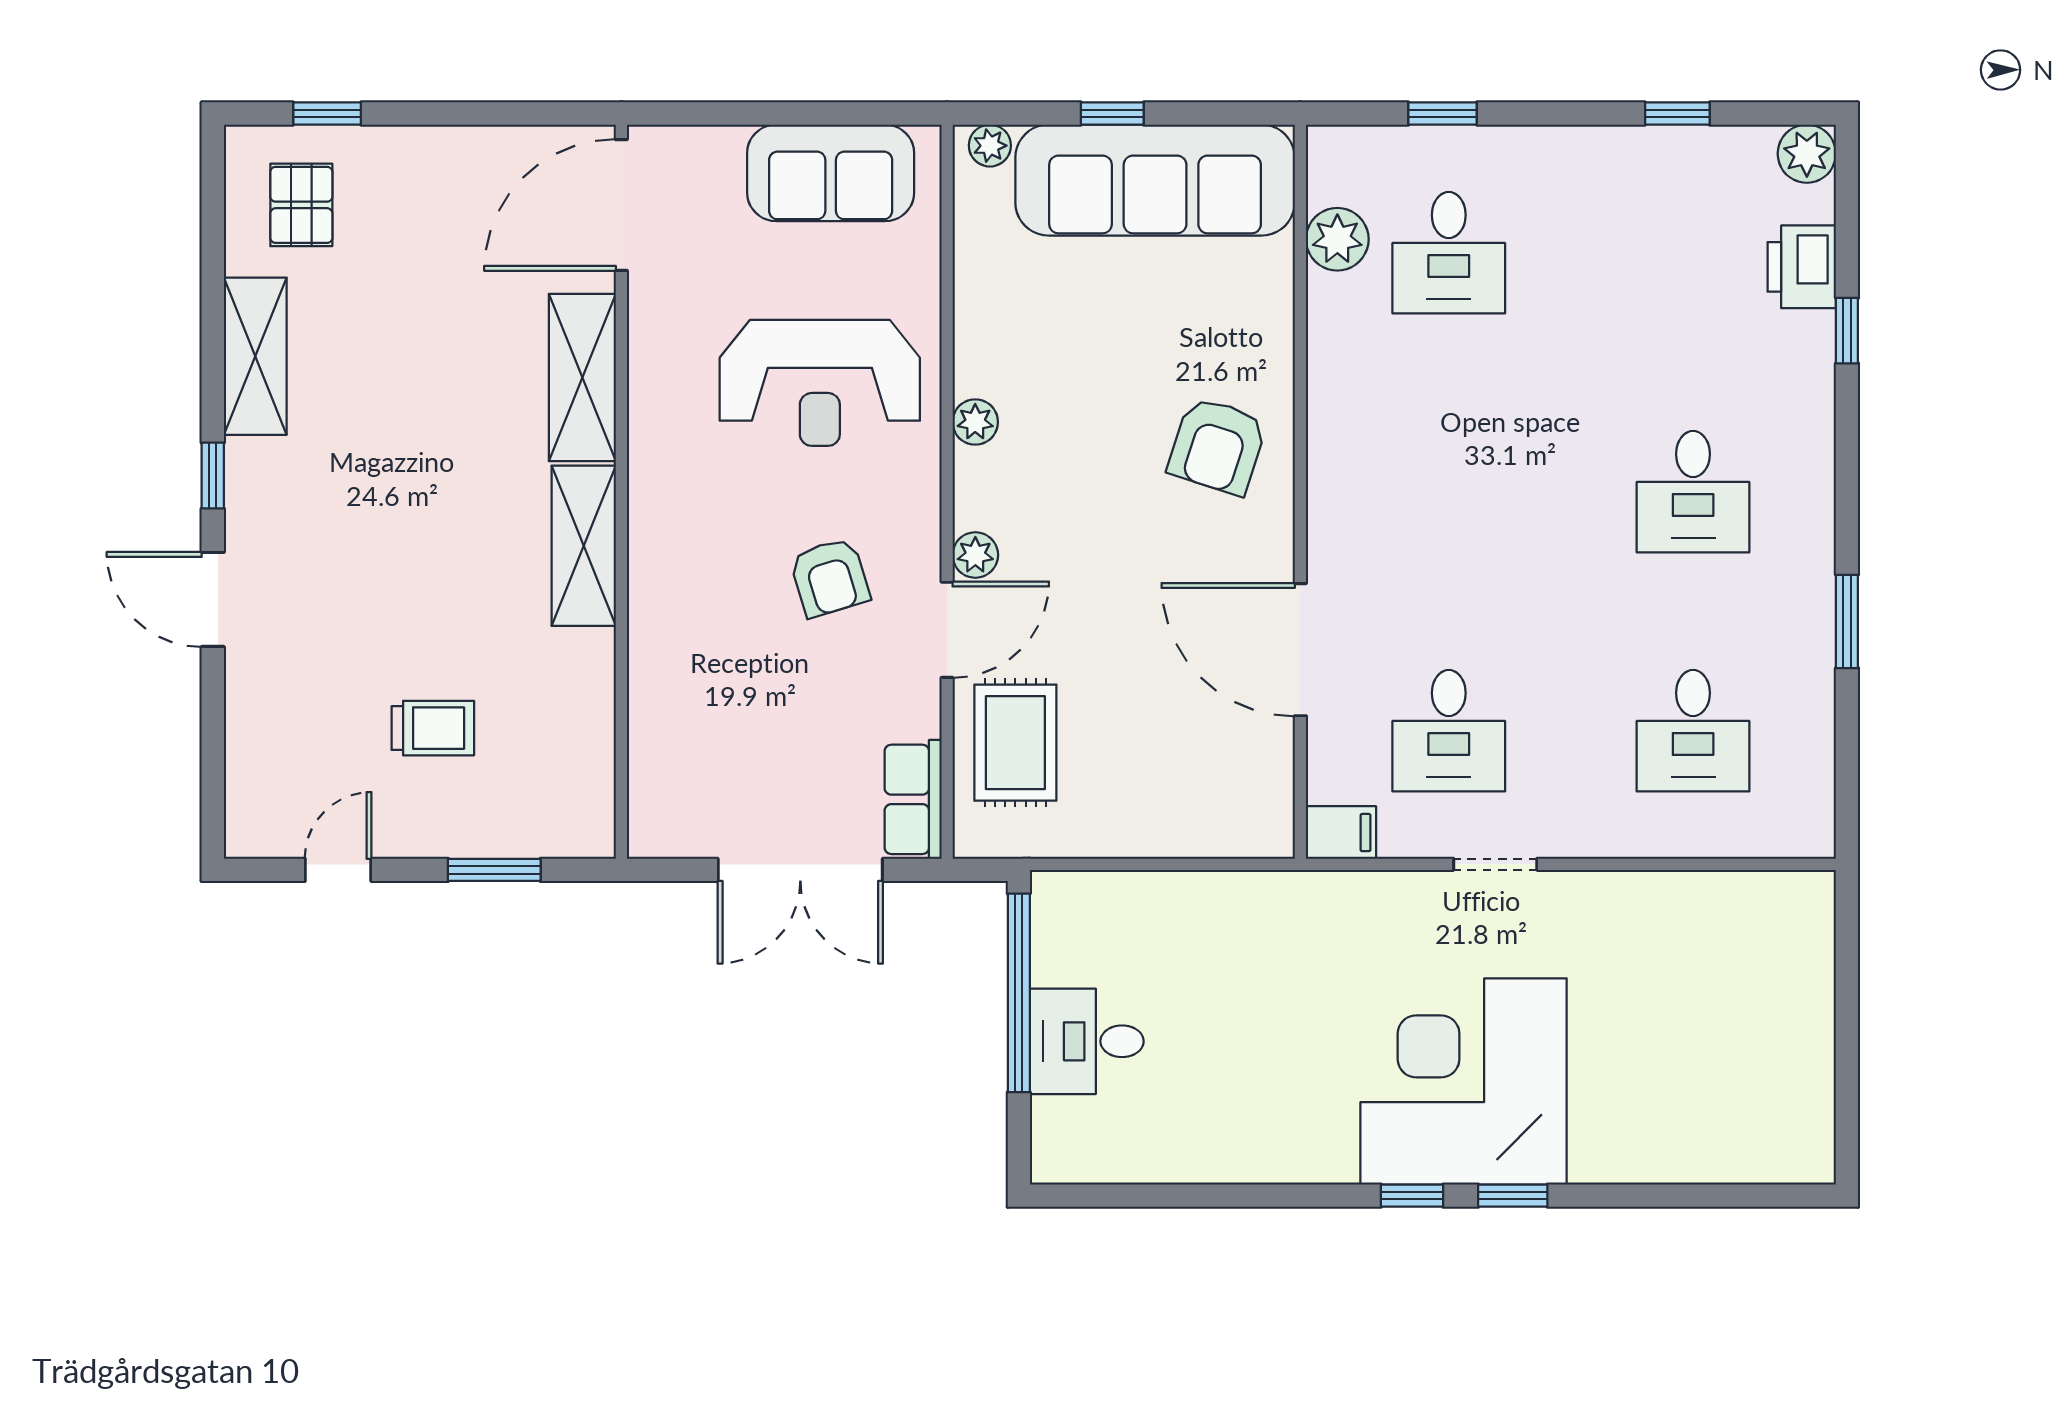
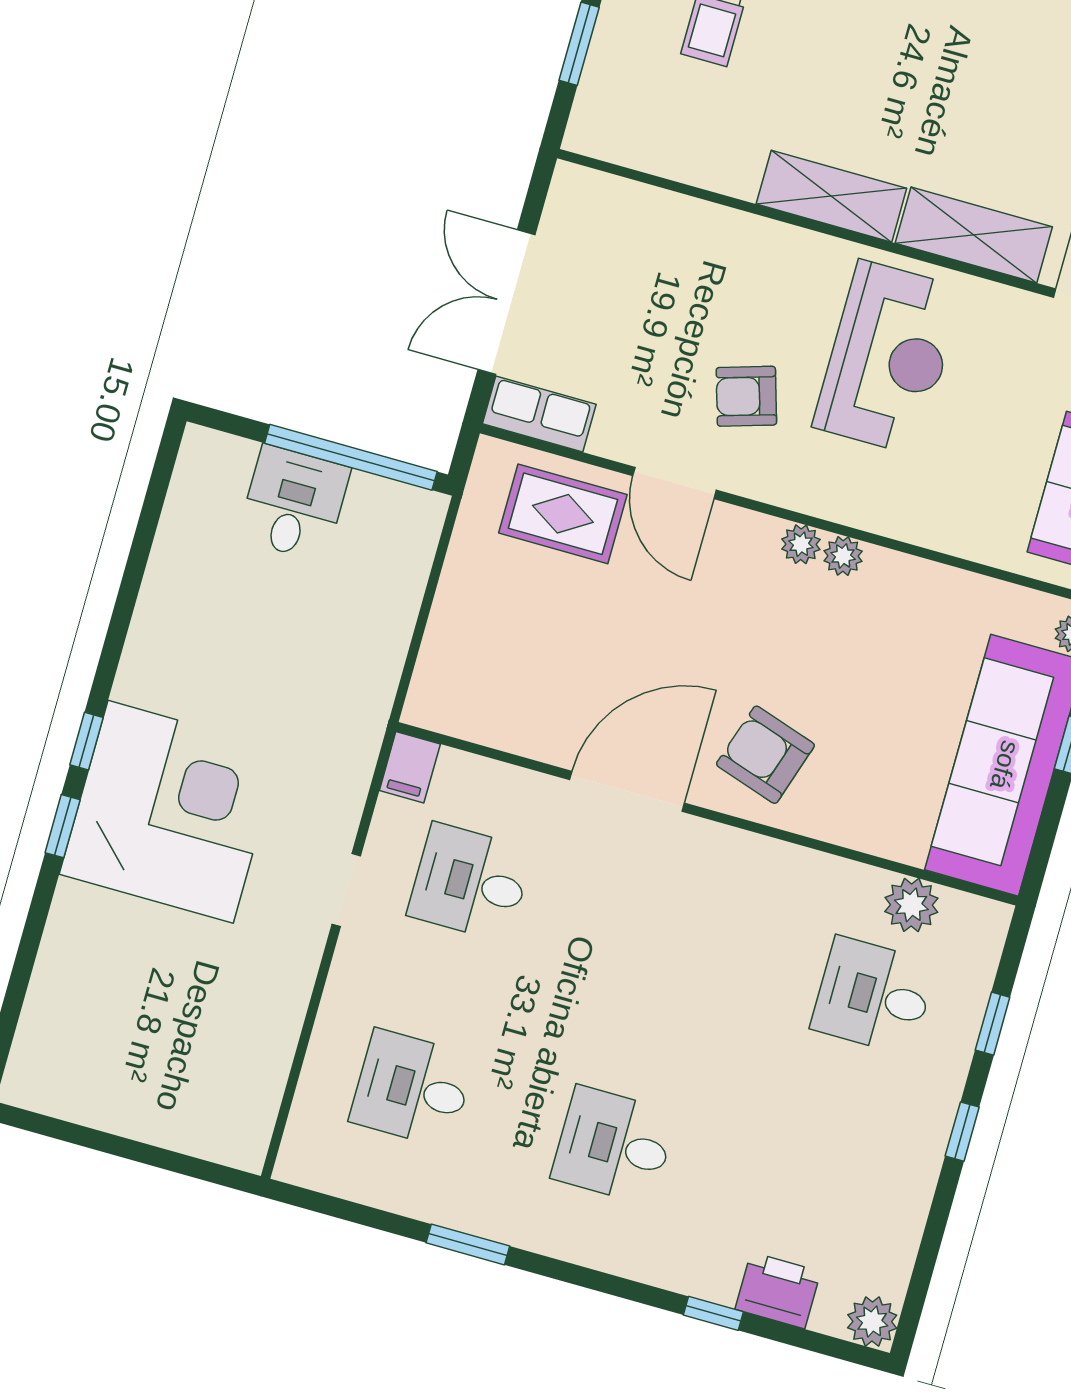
window: (1677, 113) -> (962, 1132), moved
reception desk: (820, 383) -> (888, 357), moved, turned 180
plant: (975, 555) -> (801, 544), moved
door: (1300, 650) -> (627, 791), moved

